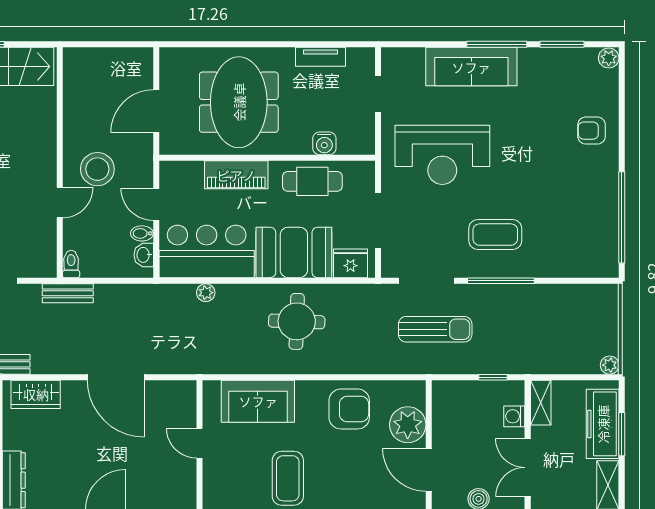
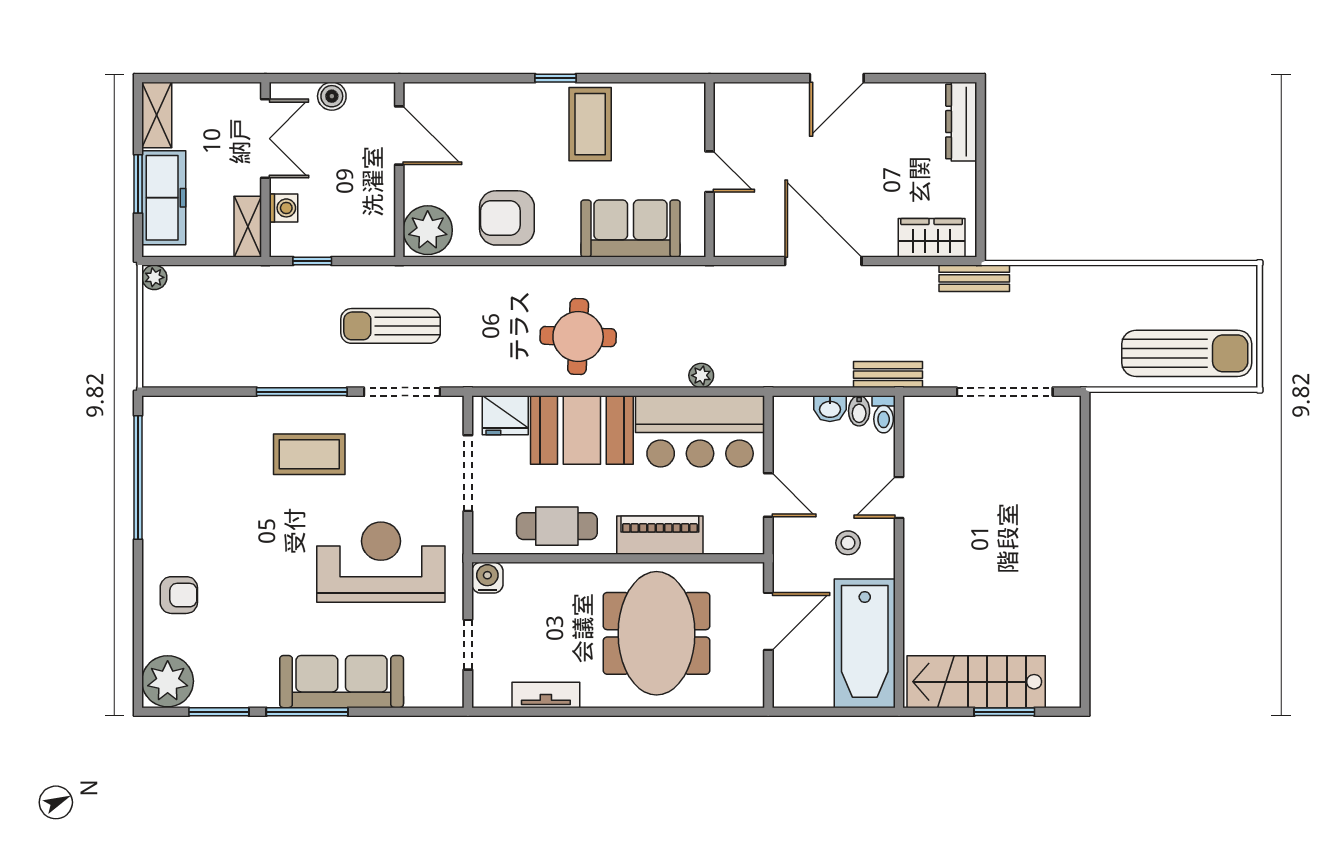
plant: (609, 58) -> (168, 681), width x1.88, depth x1.88
bathtub: (85, 95) -> (865, 643), added
water cooler: (324, 143) -> (487, 578), moved
stool: (97, 169) -> (848, 543), width x0.53, depth x0.53
bidet: (142, 233) -> (859, 411), moved, turned 90
washbasin: (144, 255) -> (830, 409), moved, turned 90
plant: (408, 425) -> (428, 230), moved

